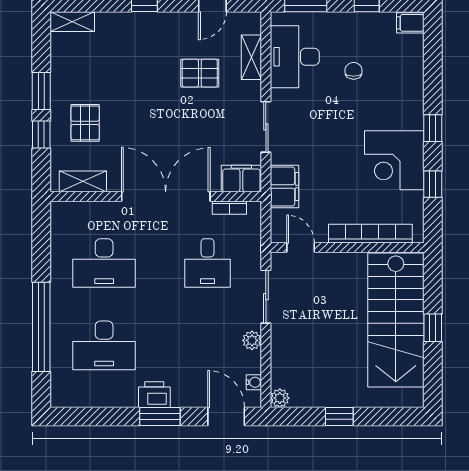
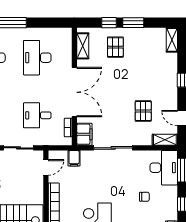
shelving: (251, 57) -> (165, 140), moved
desk: (295, 57) -> (164, 168), moved, turned 90
pallet: (85, 123) -> (115, 47), turned 90
sliding door: (266, 127) -> (113, 148), width x1.37
filing cabinet: (284, 186) -> (74, 158), width x0.50

